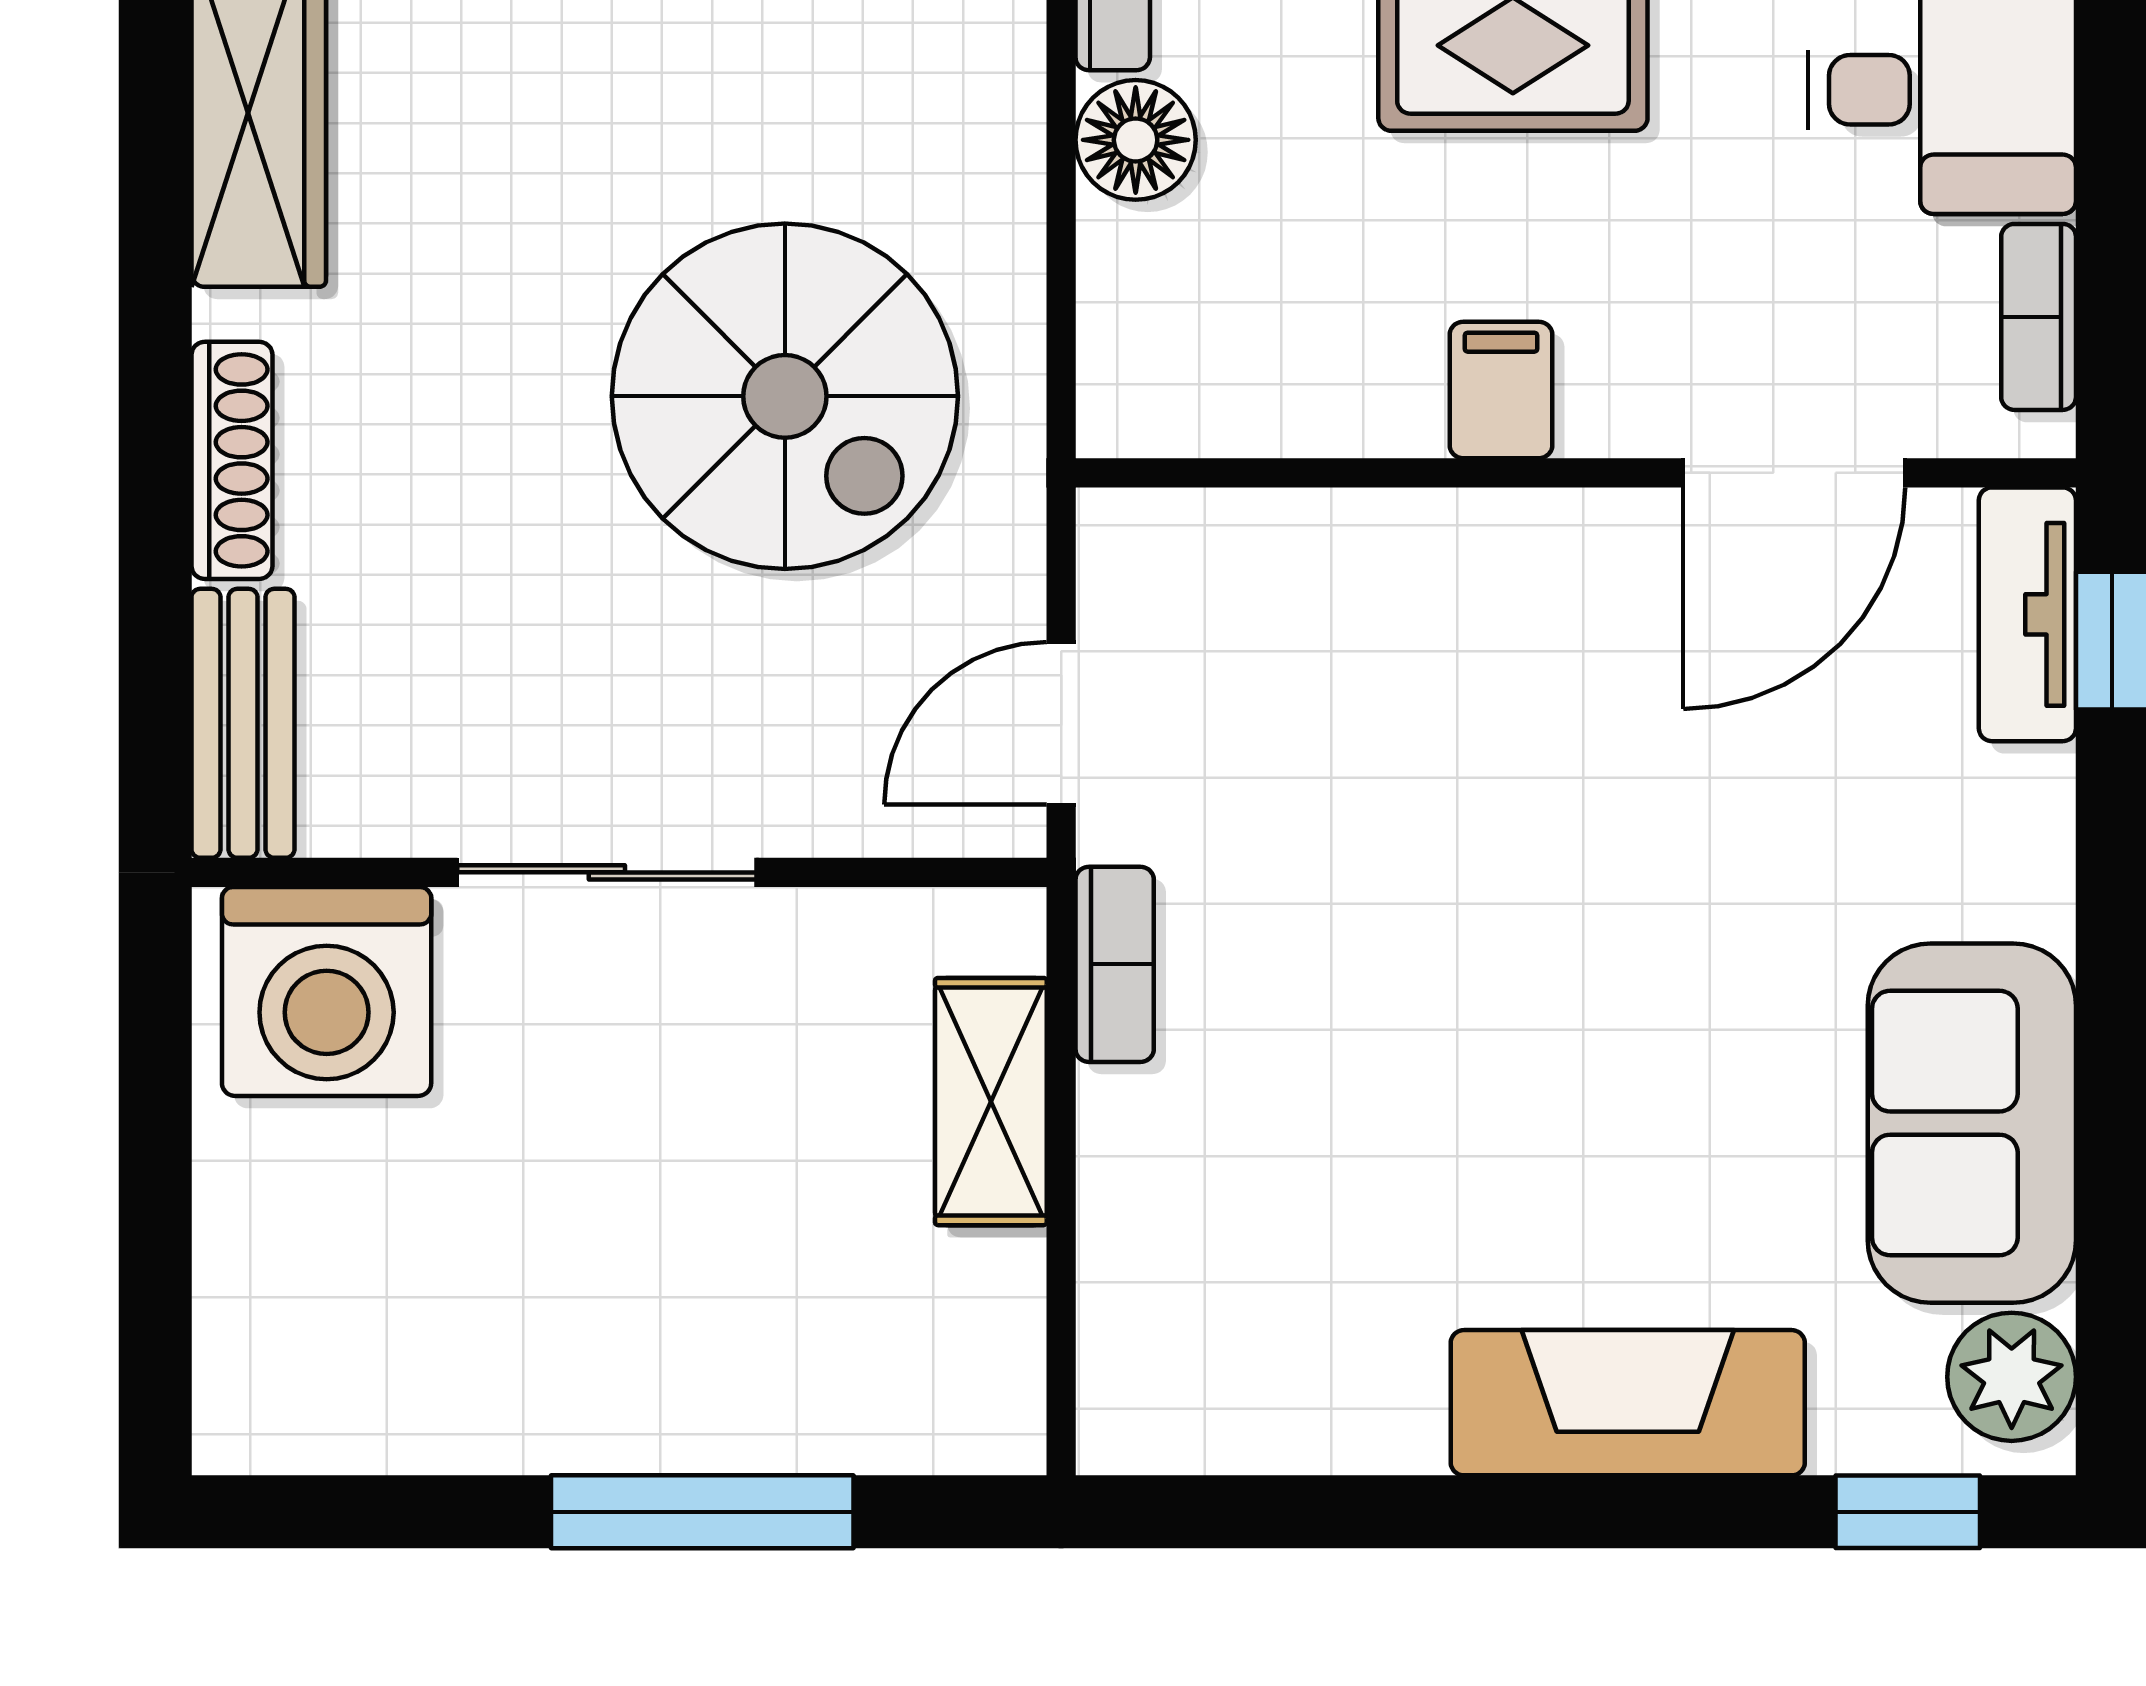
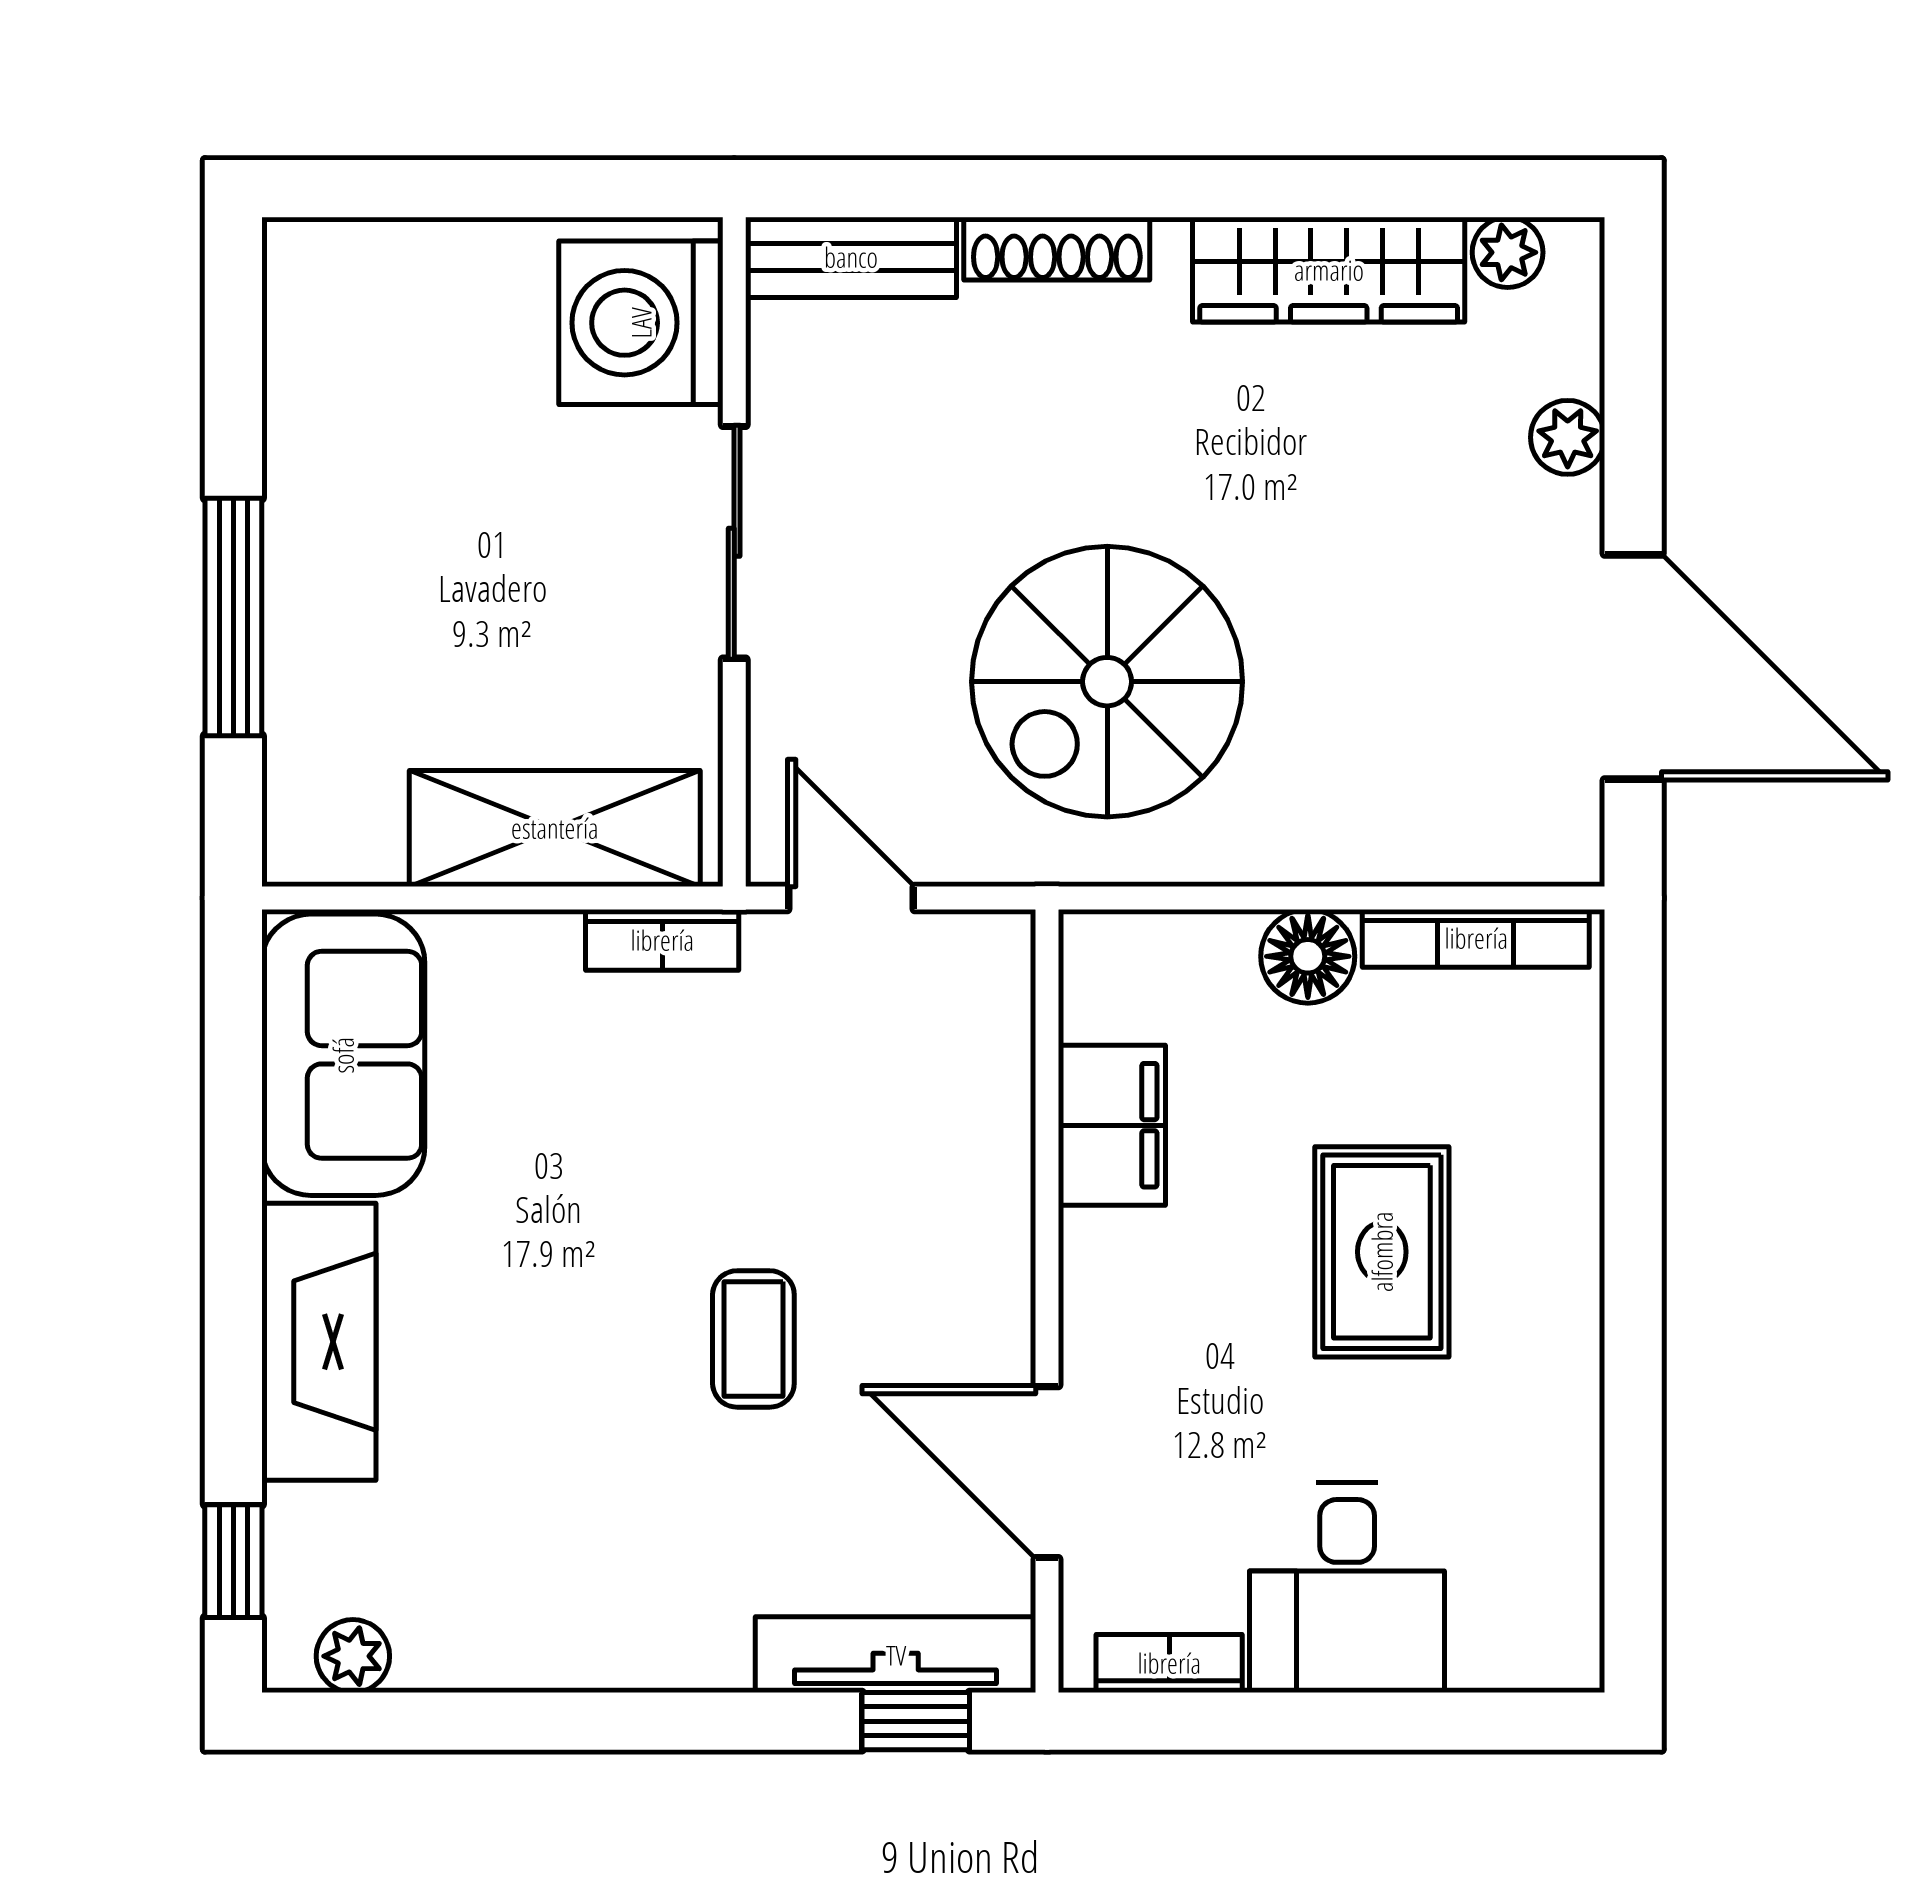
filing cabinet: (1501, 390) -> (1112, 1125), moved, width x2.00
tv unit: (2027, 614) -> (896, 1655), width x1.41
coffee table: (1624, 848) -> (753, 1339), added
shelving: (991, 1102) -> (555, 828), width x1.50, depth x1.33
sofa: (1972, 1123) -> (343, 1055), moved, turned 90
plant: (2012, 1377) -> (353, 1656), width x0.73, depth x0.73

